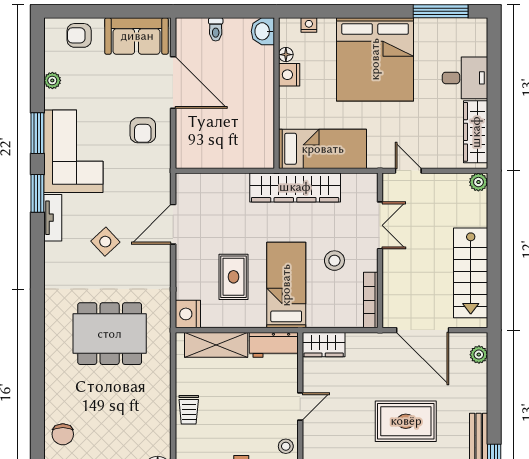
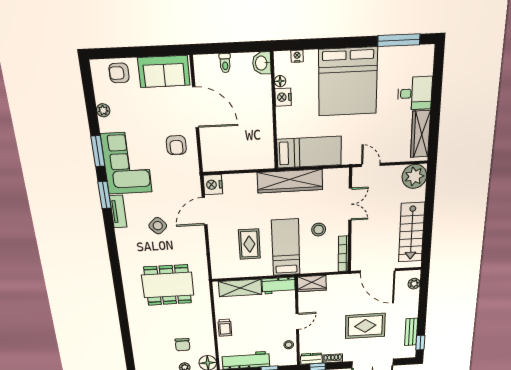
plant: (478, 182) -> (414, 176), width x1.87, depth x1.87
nightstand: (188, 314) -> (213, 185), moved
chair: (63, 434) -> (183, 345), moved

